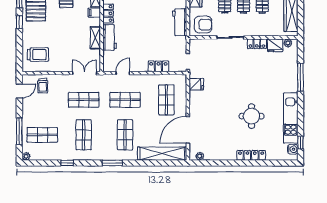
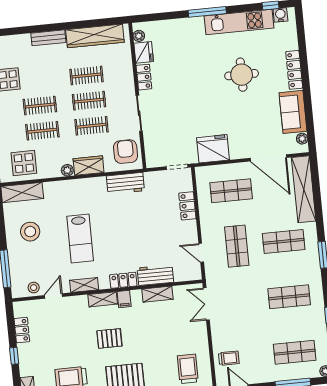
window: (300, 77) -> (207, 12), moved
fridge: (196, 84) -> (213, 149), width x1.88, depth x1.34
shop shelf: (84, 100) -> (242, 301), removed
shop shelf: (42, 135) -> (295, 352), turned 90
sofa: (220, 151) -> (293, 112), added

